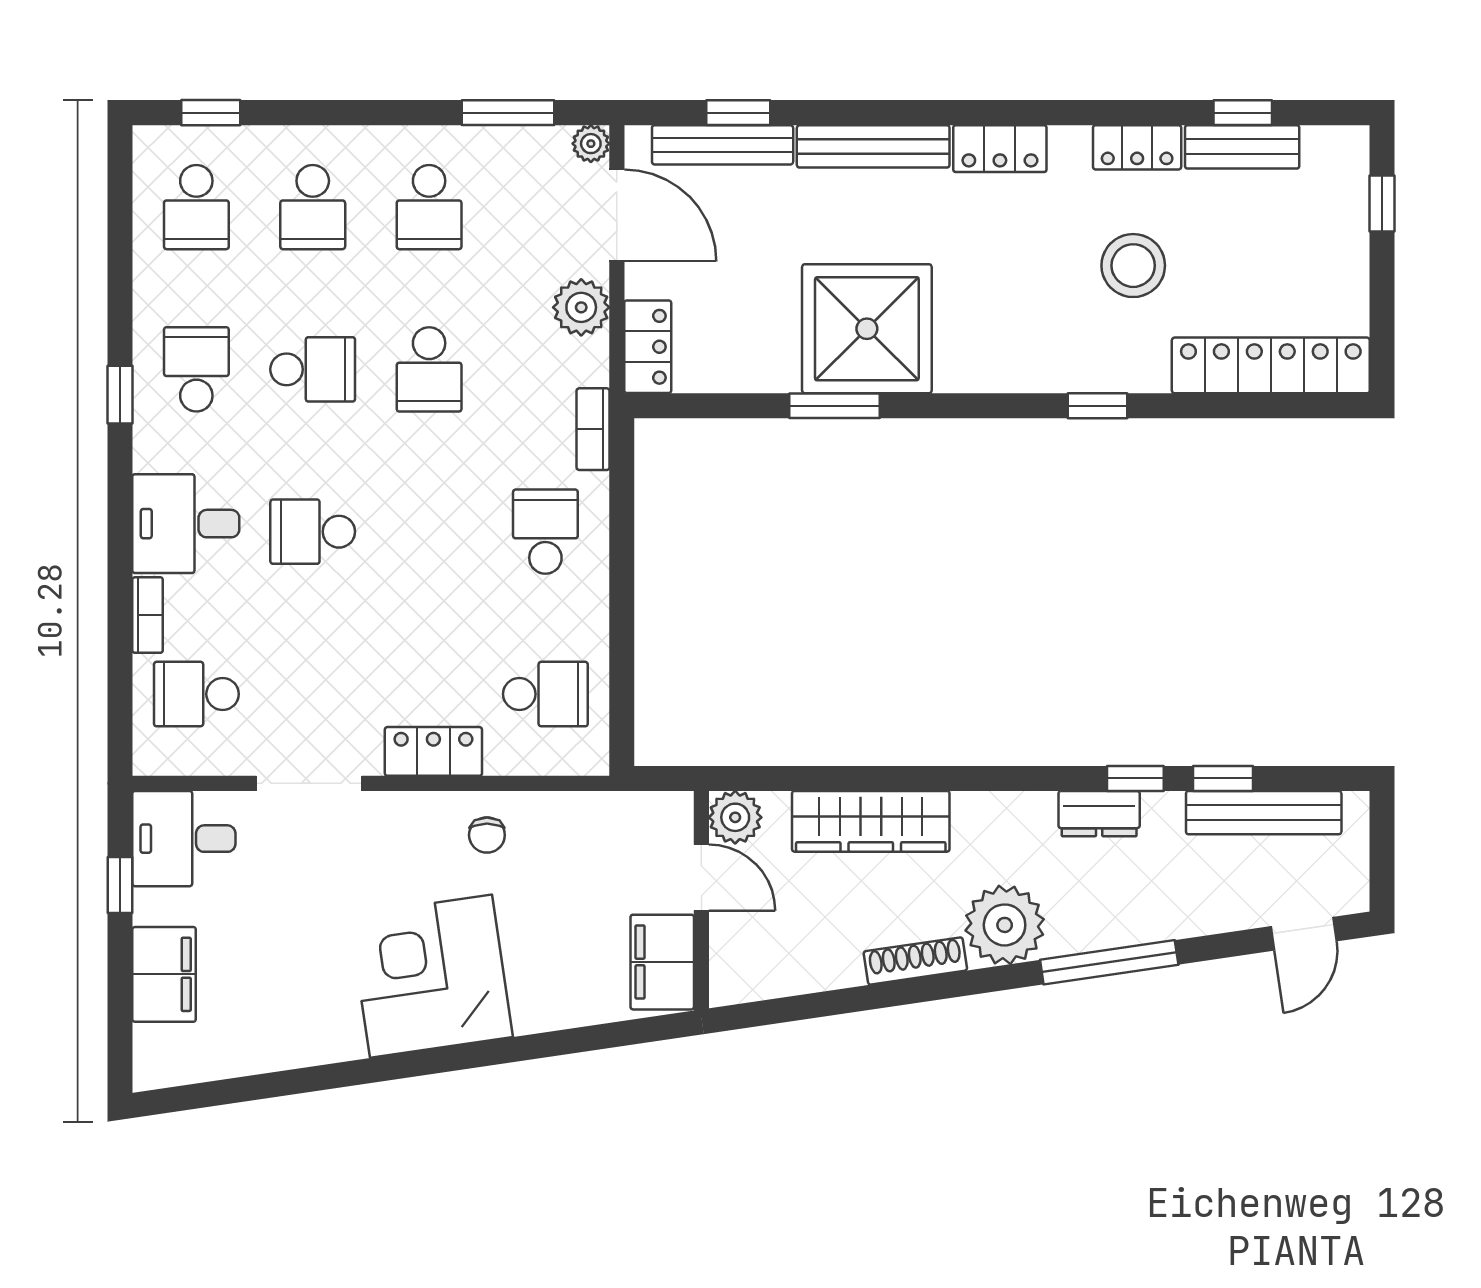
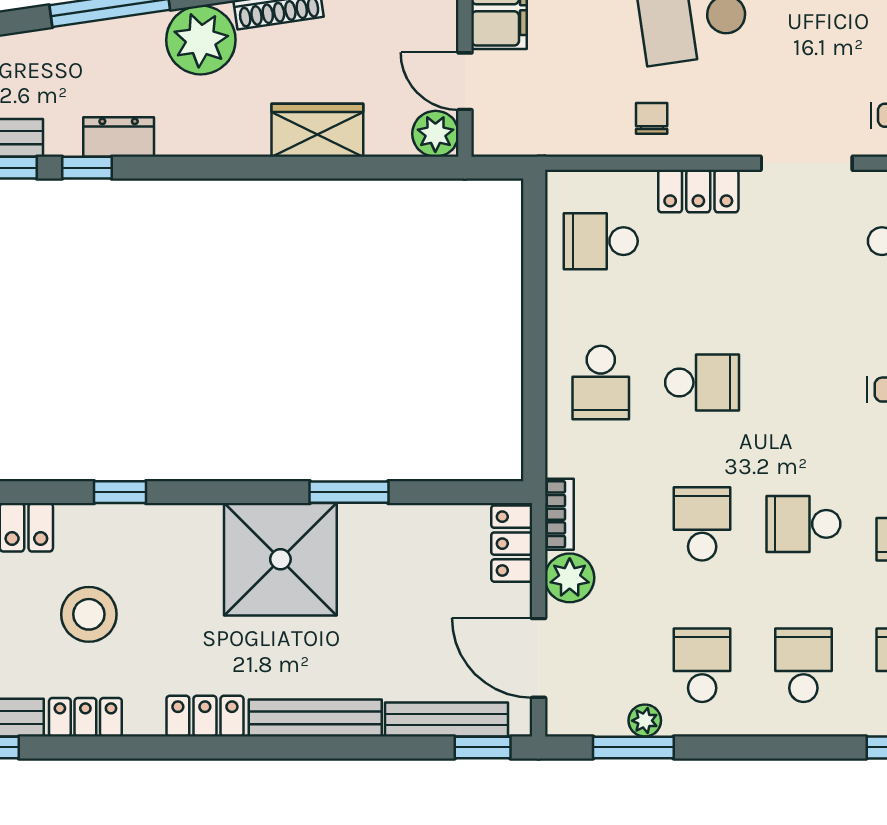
window: (738, 113) -> (483, 747), moved
plant: (591, 144) -> (645, 721), moved
shower: (867, 329) -> (280, 559), moved
bookcase: (593, 429) -> (559, 514), moved
school desk: (313, 532) -> (702, 383), moved
wardrobe: (871, 821) -> (317, 130), width x0.67

